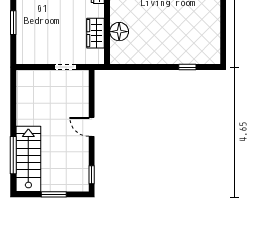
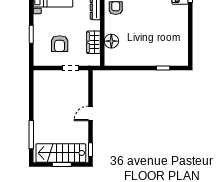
armchair: (51, 35) -> (60, 44), added
door: (92, 127) -> (91, 113), hinge flipped
stairs: (28, 159) -> (61, 153), moved, turned -90

